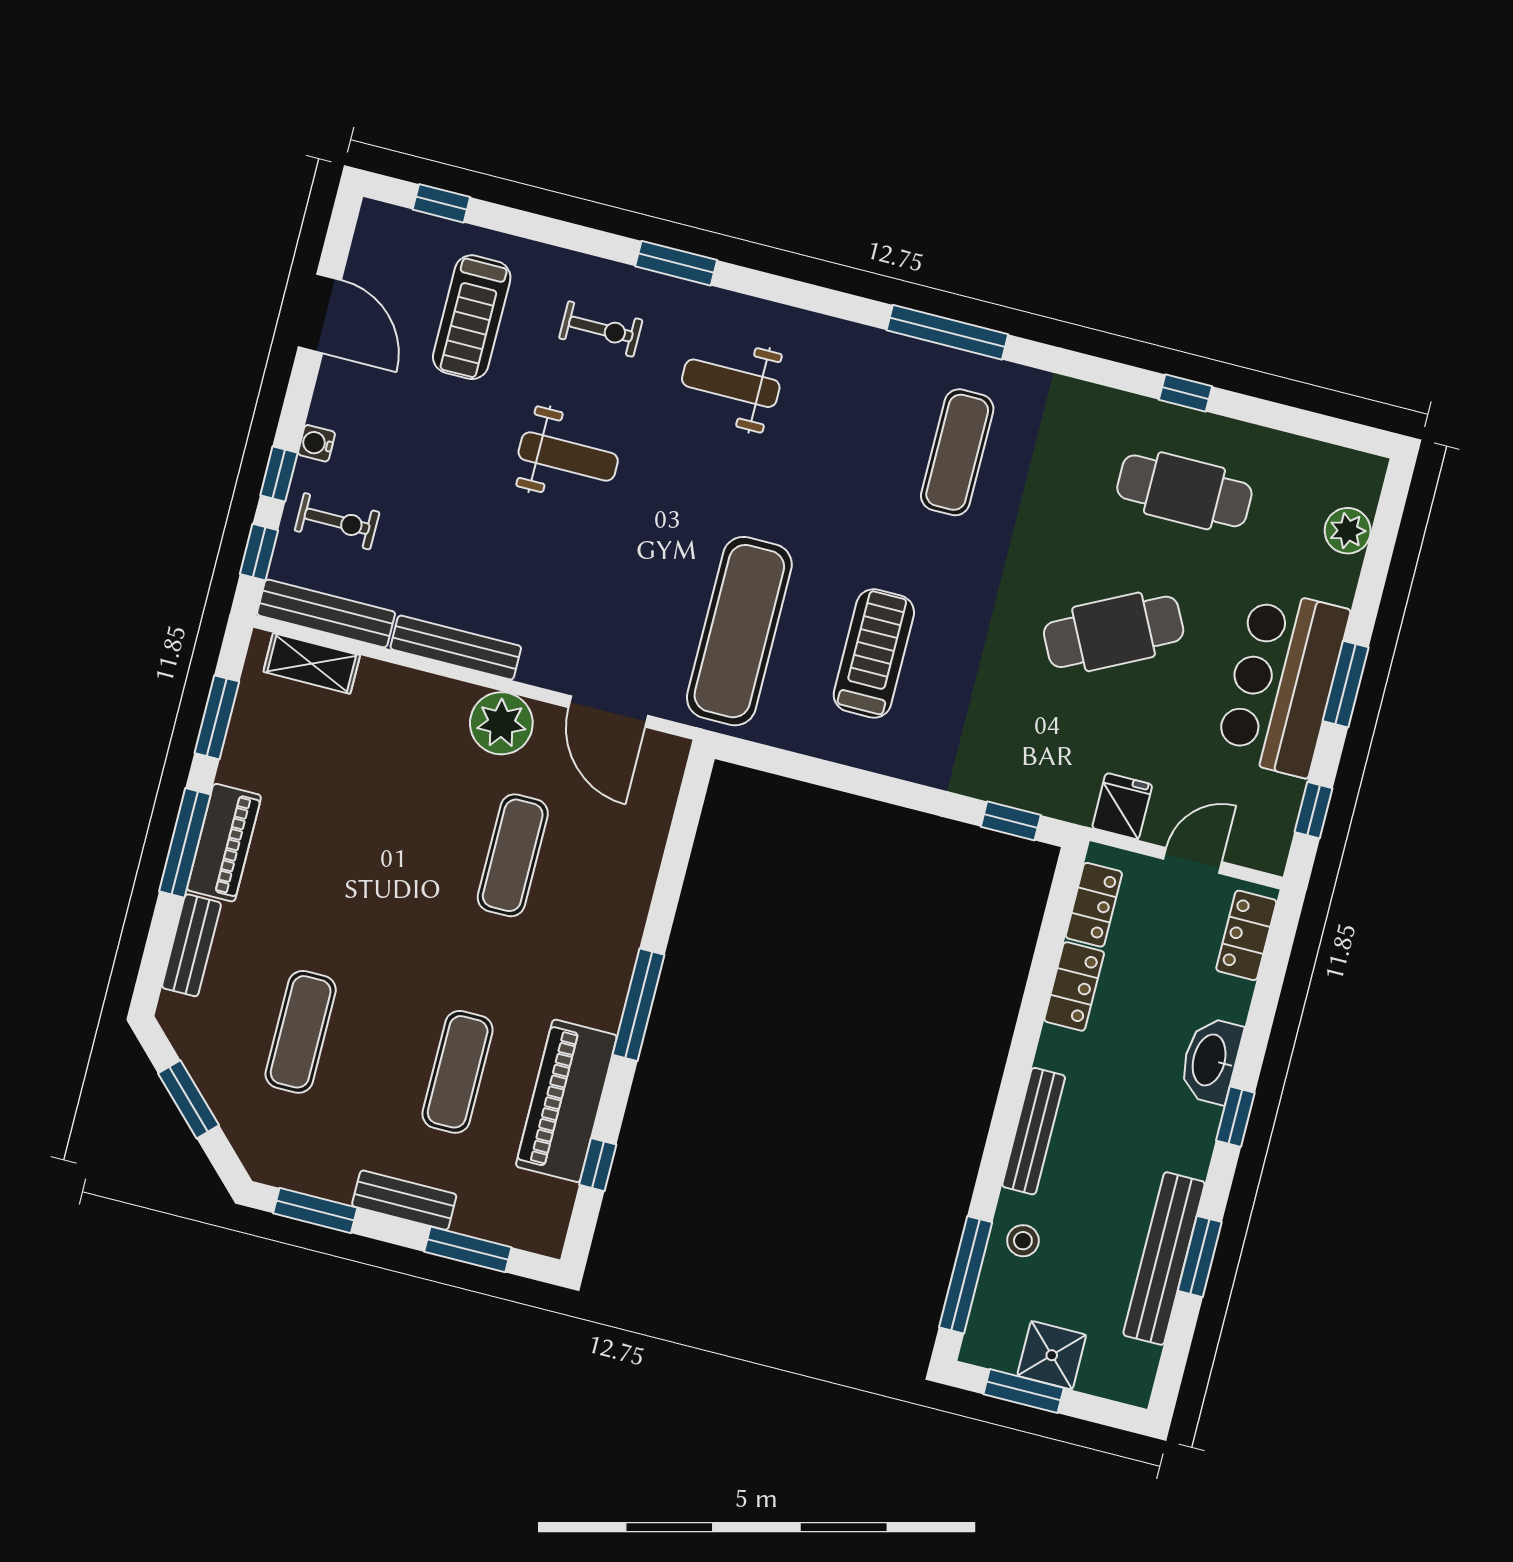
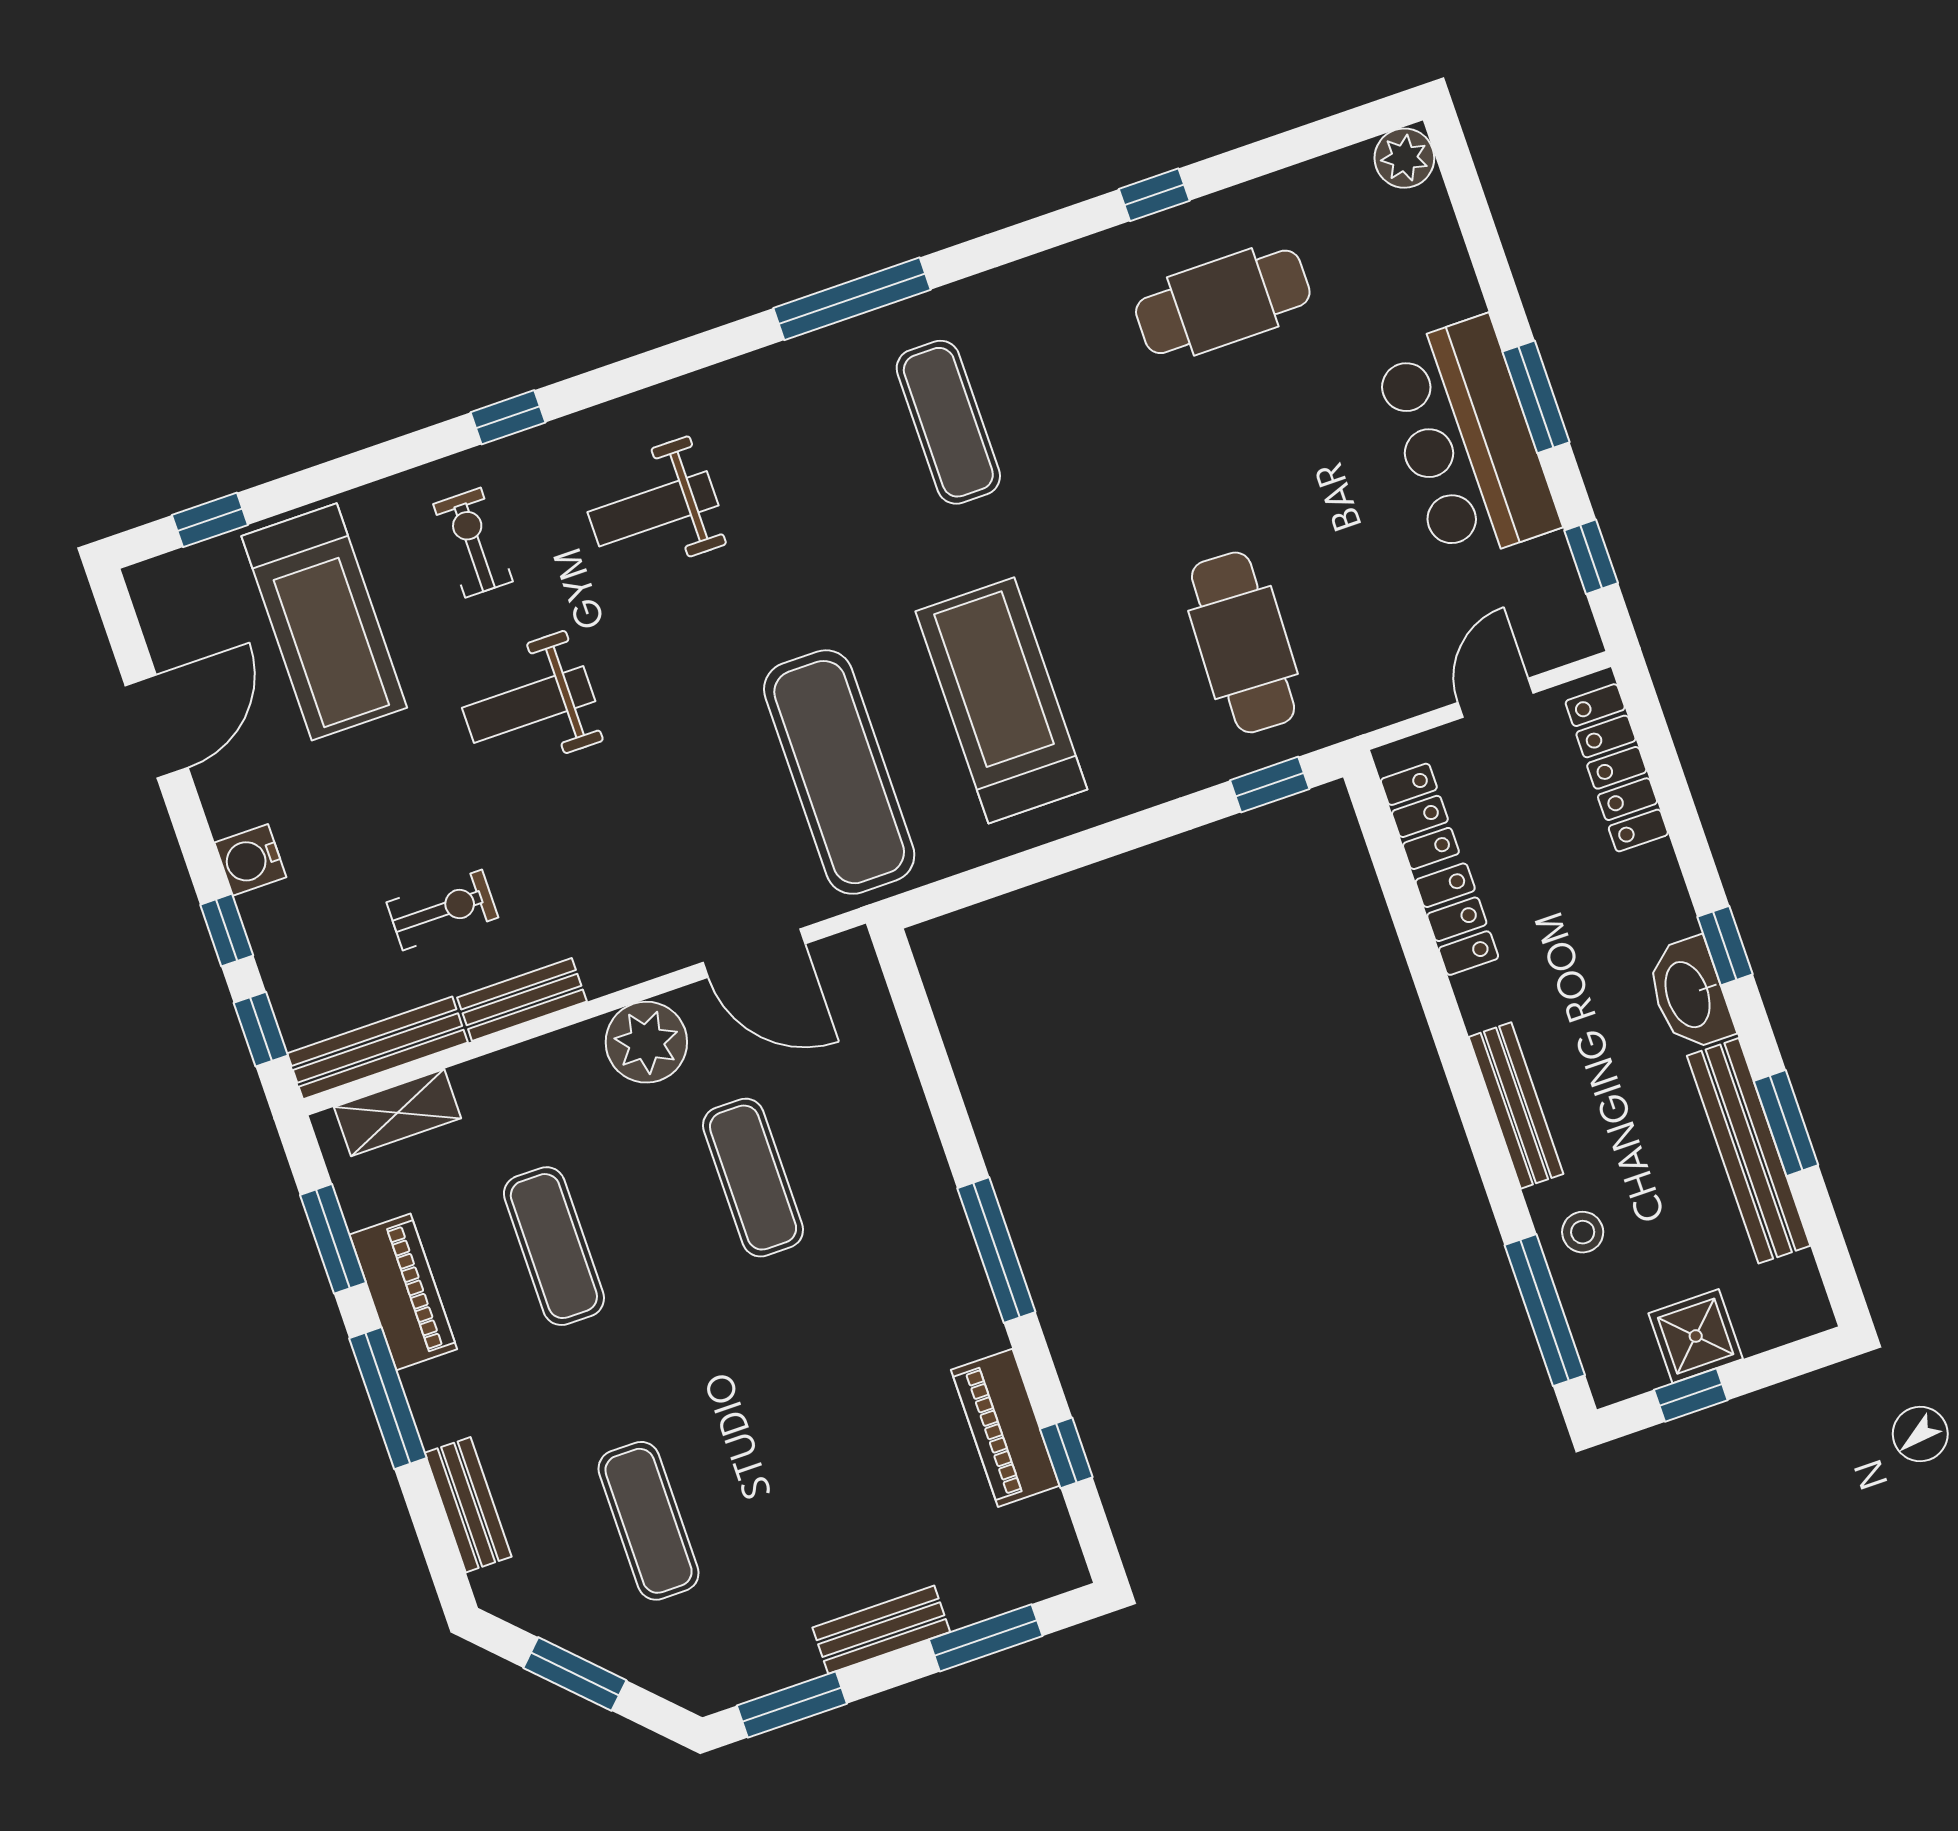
window: (676, 263) -> (508, 417), width x0.67
door: (320, 314) -> (157, 726), hinge flipped
treadmill: (472, 317) -> (324, 622), width x1.37, depth x1.38
exercise bike: (601, 329) -> (473, 543), turned -90
water cooler: (316, 443) -> (250, 860), width x1.38, depth x1.38
weight bench: (568, 456) -> (529, 705), turned 180
exercise bike: (337, 521) -> (442, 910), moved
plant: (1348, 531) -> (1404, 158), moved
cafe table: (1114, 632) -> (1243, 642), moved, turned -61
bench: (456, 648) -> (522, 1000), width x0.73
treadmill: (874, 653) -> (1001, 700), width x1.37, depth x1.38
fridge: (1122, 806) -> (1380, 689), removed
piano: (224, 843) -> (403, 1292), moved
locker: (1246, 935) -> (1617, 768), width x1.53
washbasin: (1211, 1060) -> (1689, 994), moved
exercise mat: (458, 1072) -> (554, 1246), moved
piano: (566, 1101) -> (1005, 1428), width x0.73, depth x0.75
window: (1024, 1391) -> (1691, 1395), width x0.67

